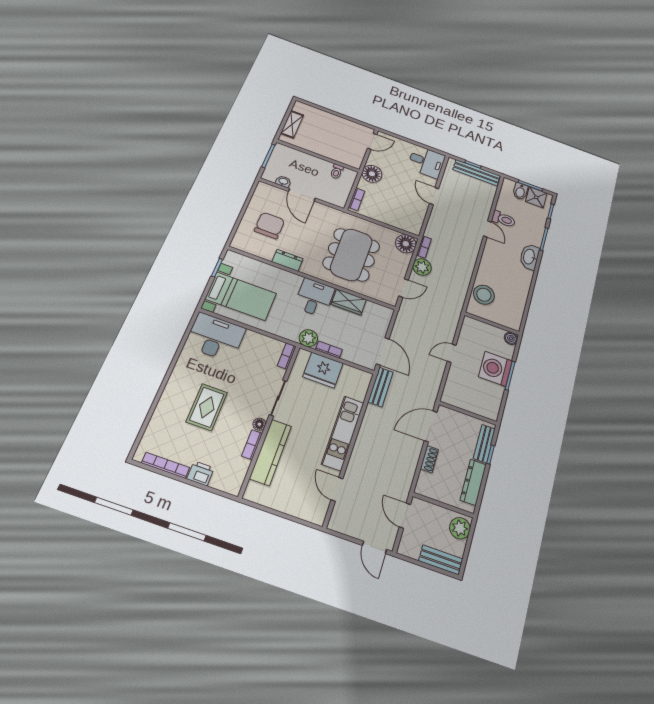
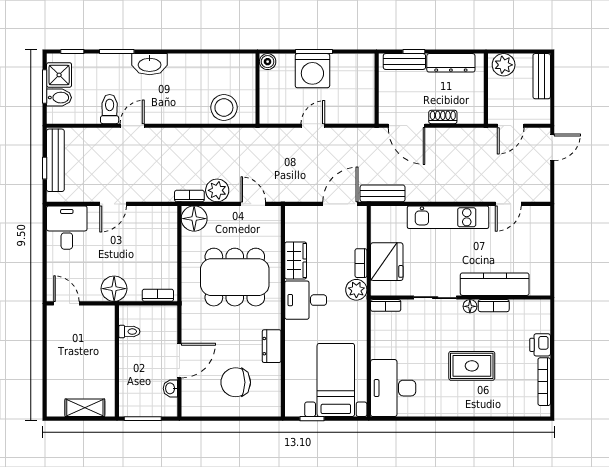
door: (452, 353) -> (313, 126), swing flipped

